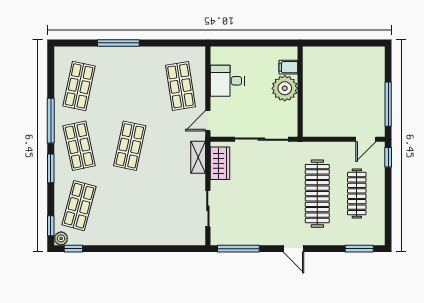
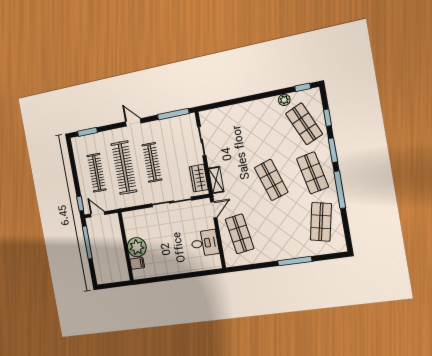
filing cabinet: (288, 67) -> (137, 263), moved
plant: (285, 88) -> (137, 247), moved
wall: (300, 92) -> (126, 246), moved
door: (366, 139) -> (98, 214), hinge flipped
shop shelf: (130, 146) -> (271, 180), turned -30
clothes rail: (278, 194) -> (152, 162), added
shop shelf: (79, 206) -> (304, 124), turned -39
window: (51, 226) -> (327, 118), moved
plant: (61, 238) -> (284, 100), moved

